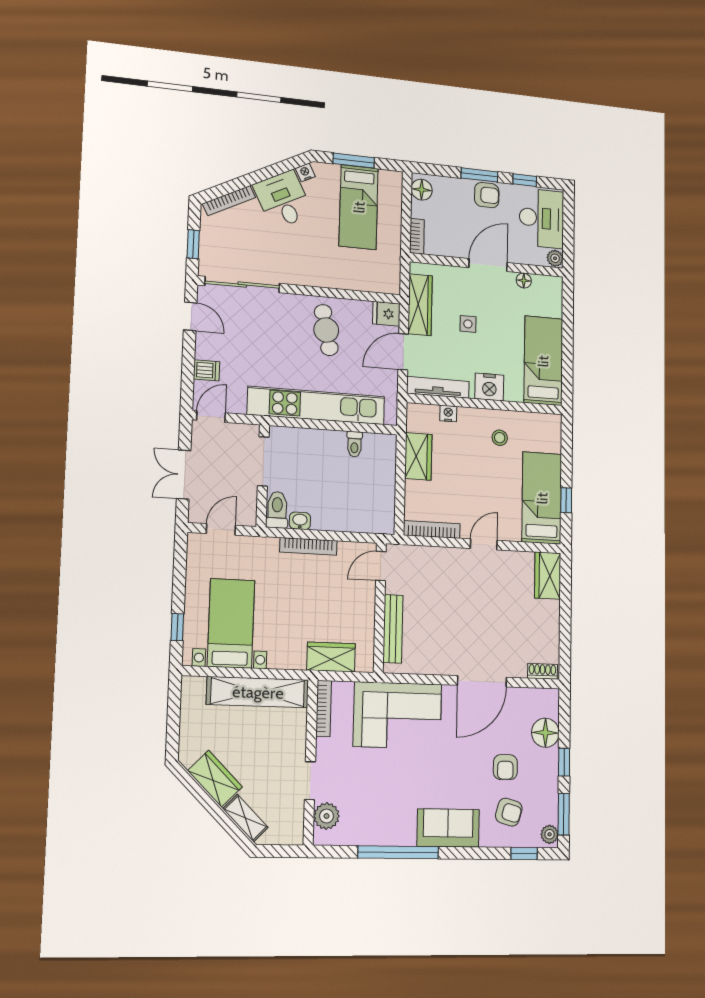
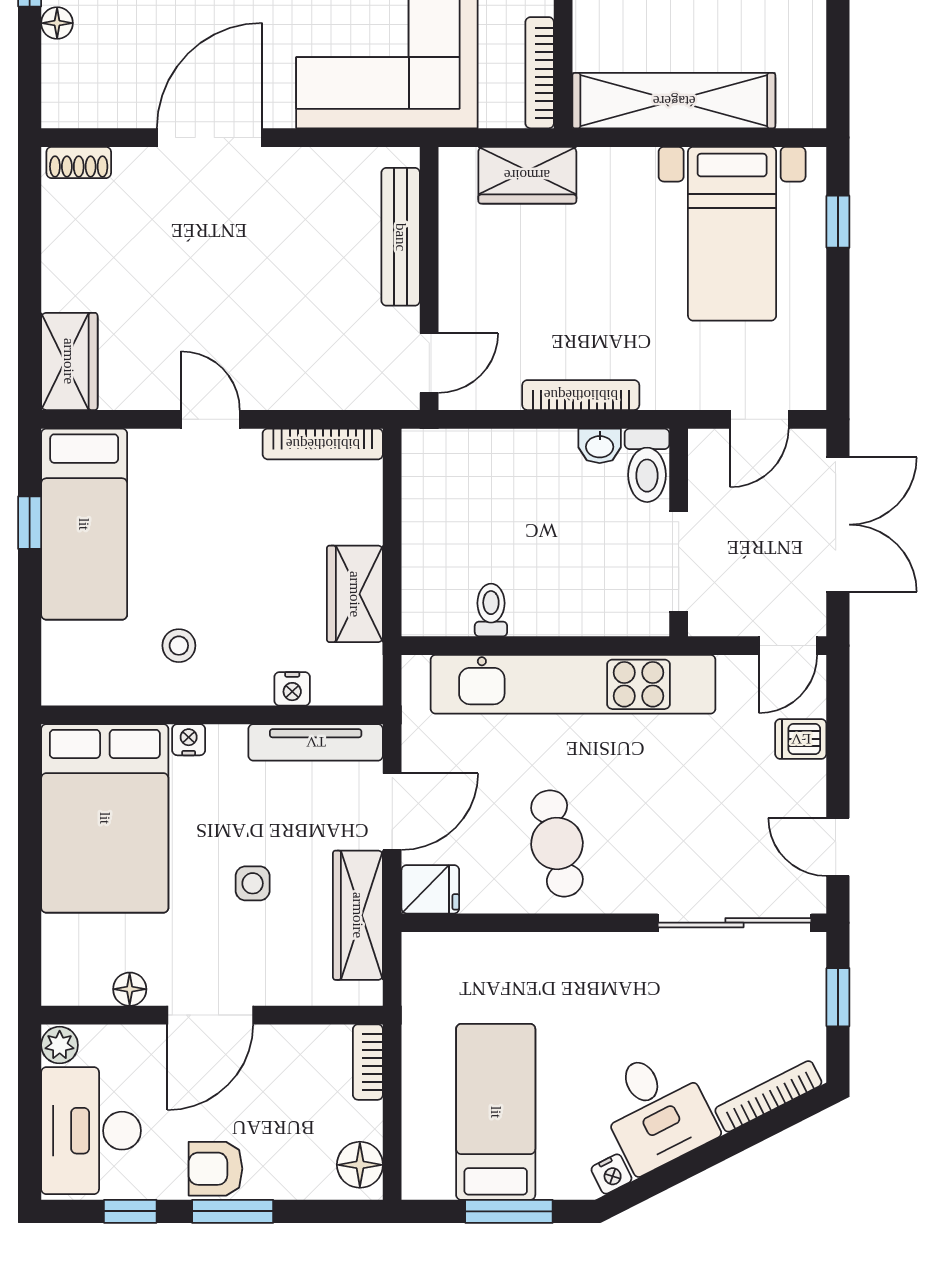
bed: (543, 361) -> (105, 818), width x1.50
nightstand: (489, 387) -> (189, 740), width x0.53, depth x0.56
double door: (184, 475) -> (838, 525), width x1.37
door: (484, 544) -> (210, 419), swing flipped
floor lamp: (545, 733) -> (57, 23), width x0.53, depth x0.53

